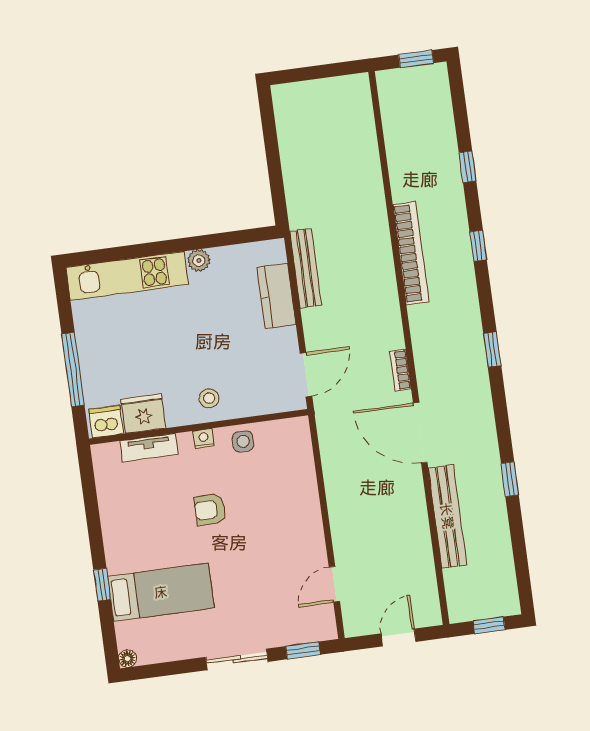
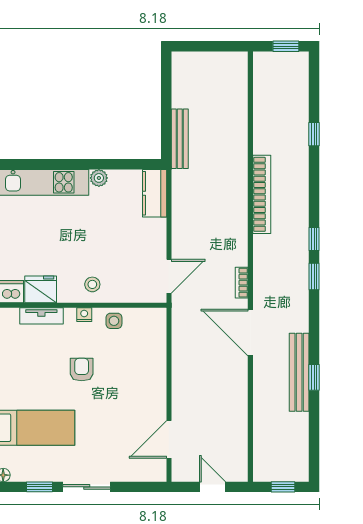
window: (478, 246) -> (314, 239), moved
bench: (306, 268) -> (180, 139), moved
kitchen counter: (276, 296) -> (155, 193), moved
armchair: (210, 510) -> (82, 370), turned 90
bench: (447, 516) -> (299, 372), moved
door: (334, 584) -> (169, 439), width x1.38
door: (398, 638) -> (213, 487), hinge flipped
window: (303, 650) -> (39, 487), moved

